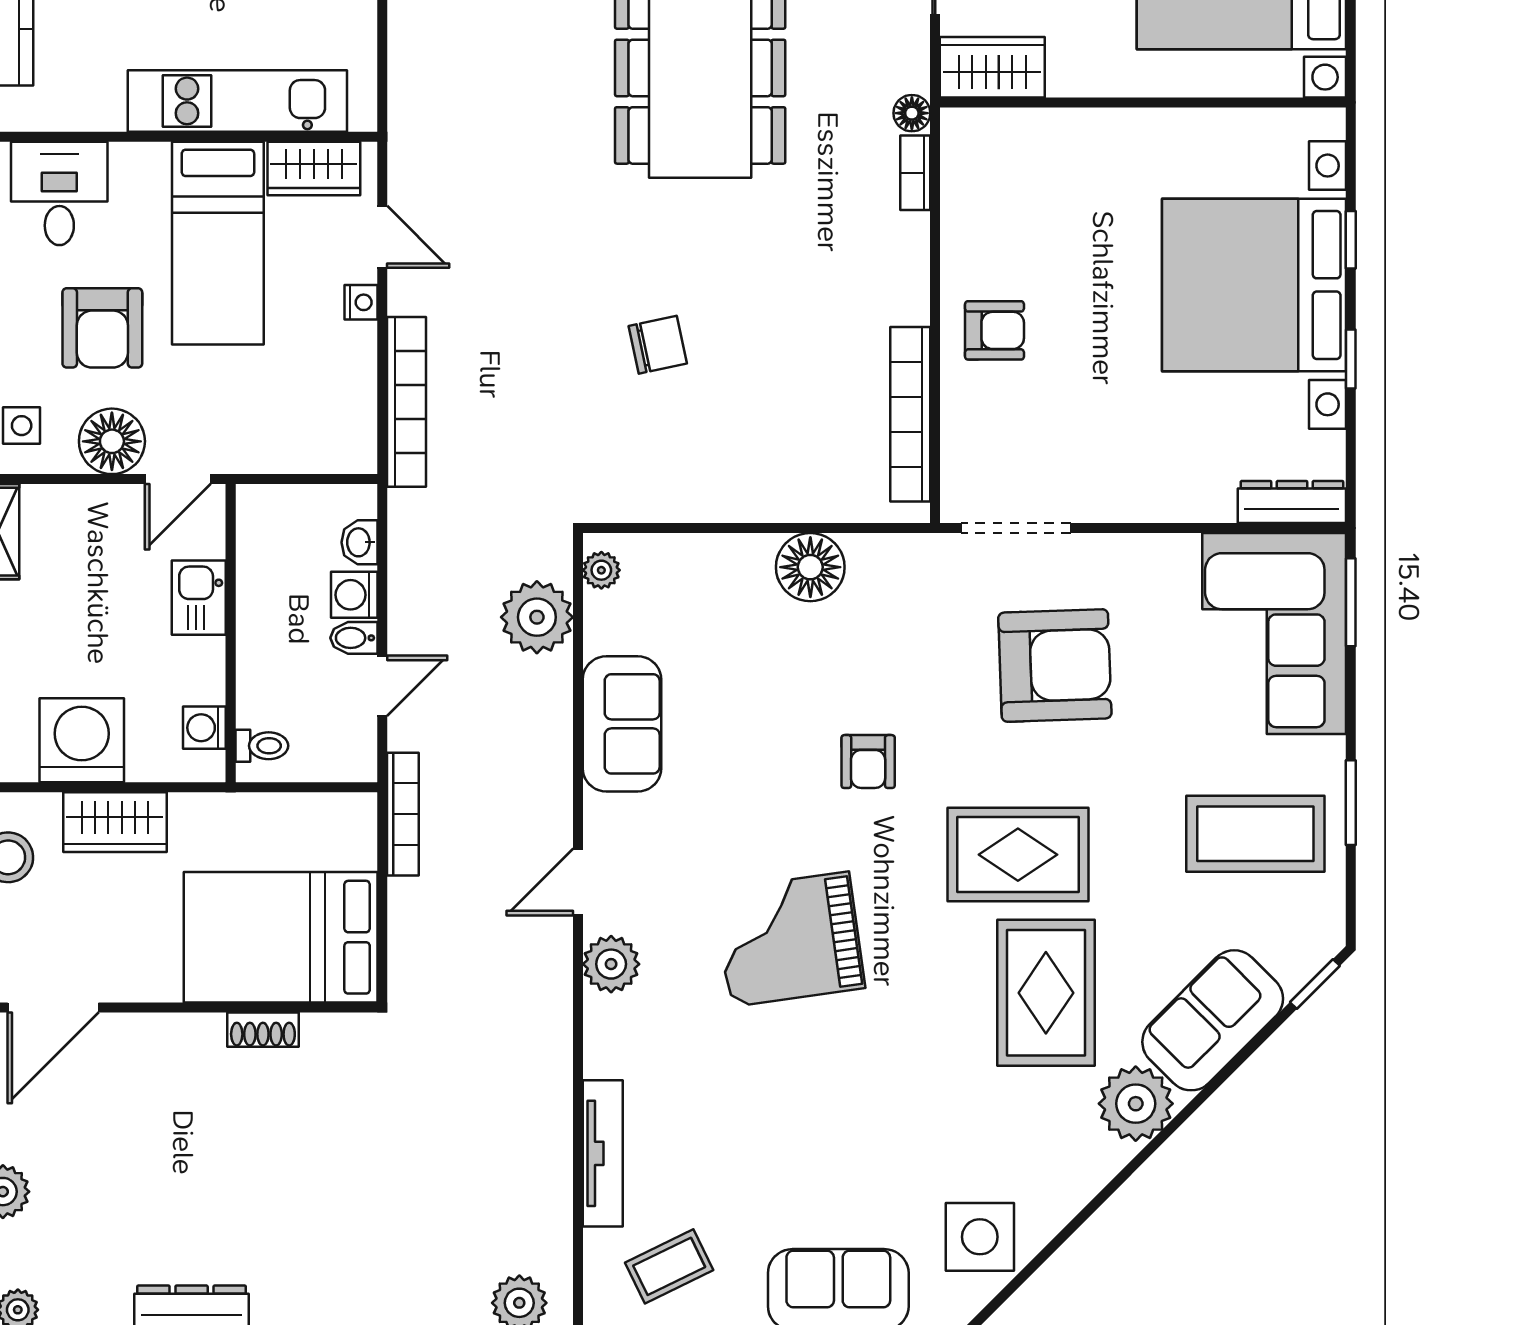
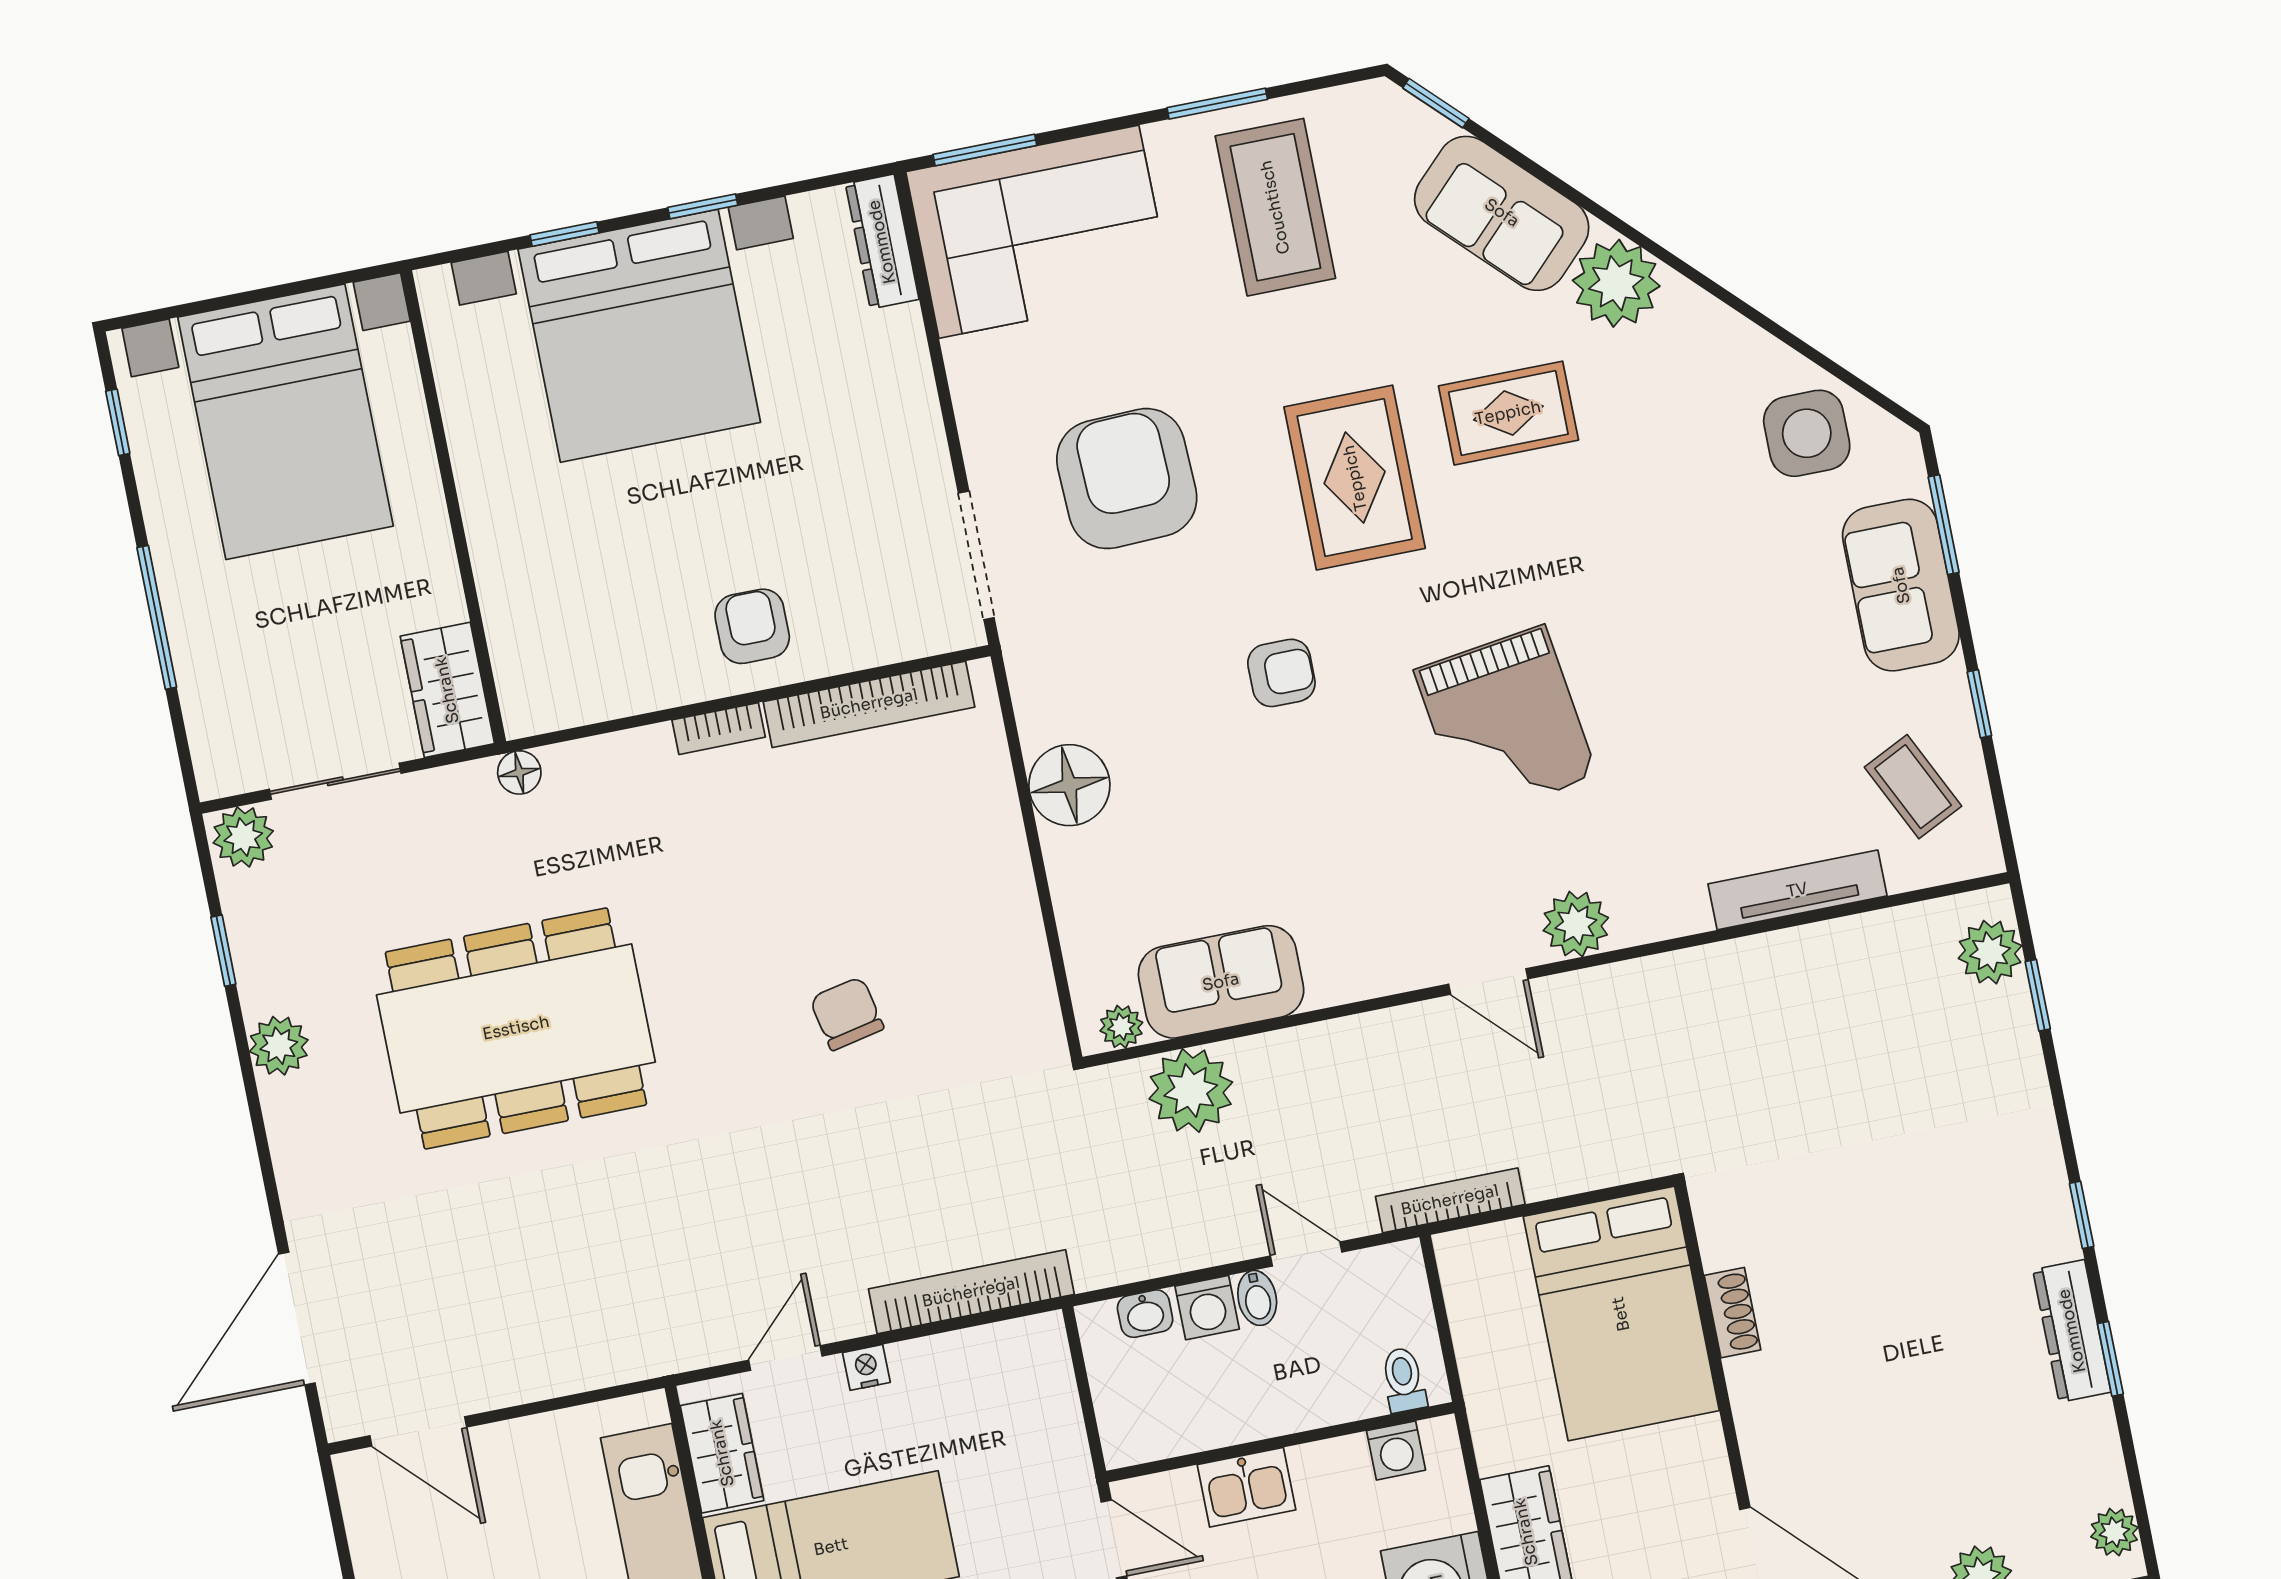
bookcase: (915, 173) -> (719, 729), moved
sofa: (622, 724) -> (1221, 982), moved
rug: (1046, 993) -> (1508, 413), width x0.73, depth x0.70

